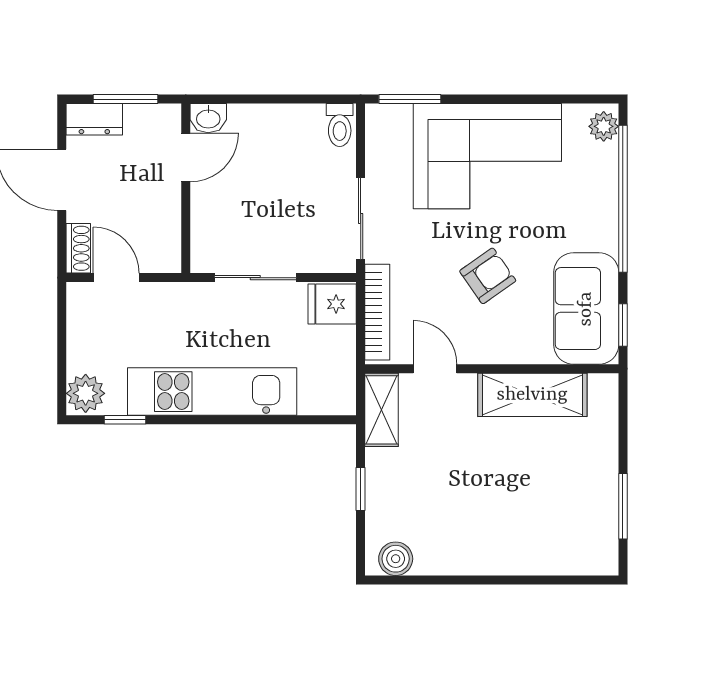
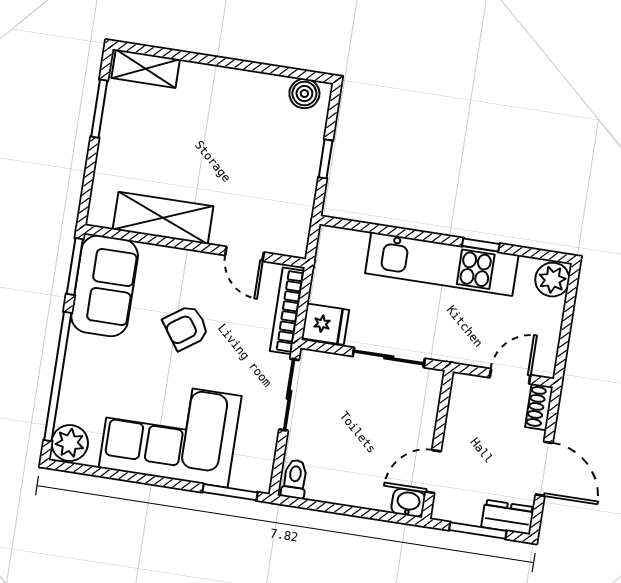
plant: (604, 126) -> (70, 443), width x1.38, depth x1.38
door: (116, 278) -> (510, 376), swing flipped
window: (623, 325) -> (75, 267), width x1.50
shelving: (382, 410) -> (146, 69), moved, turned 90
window: (125, 420) -> (481, 245), moved

